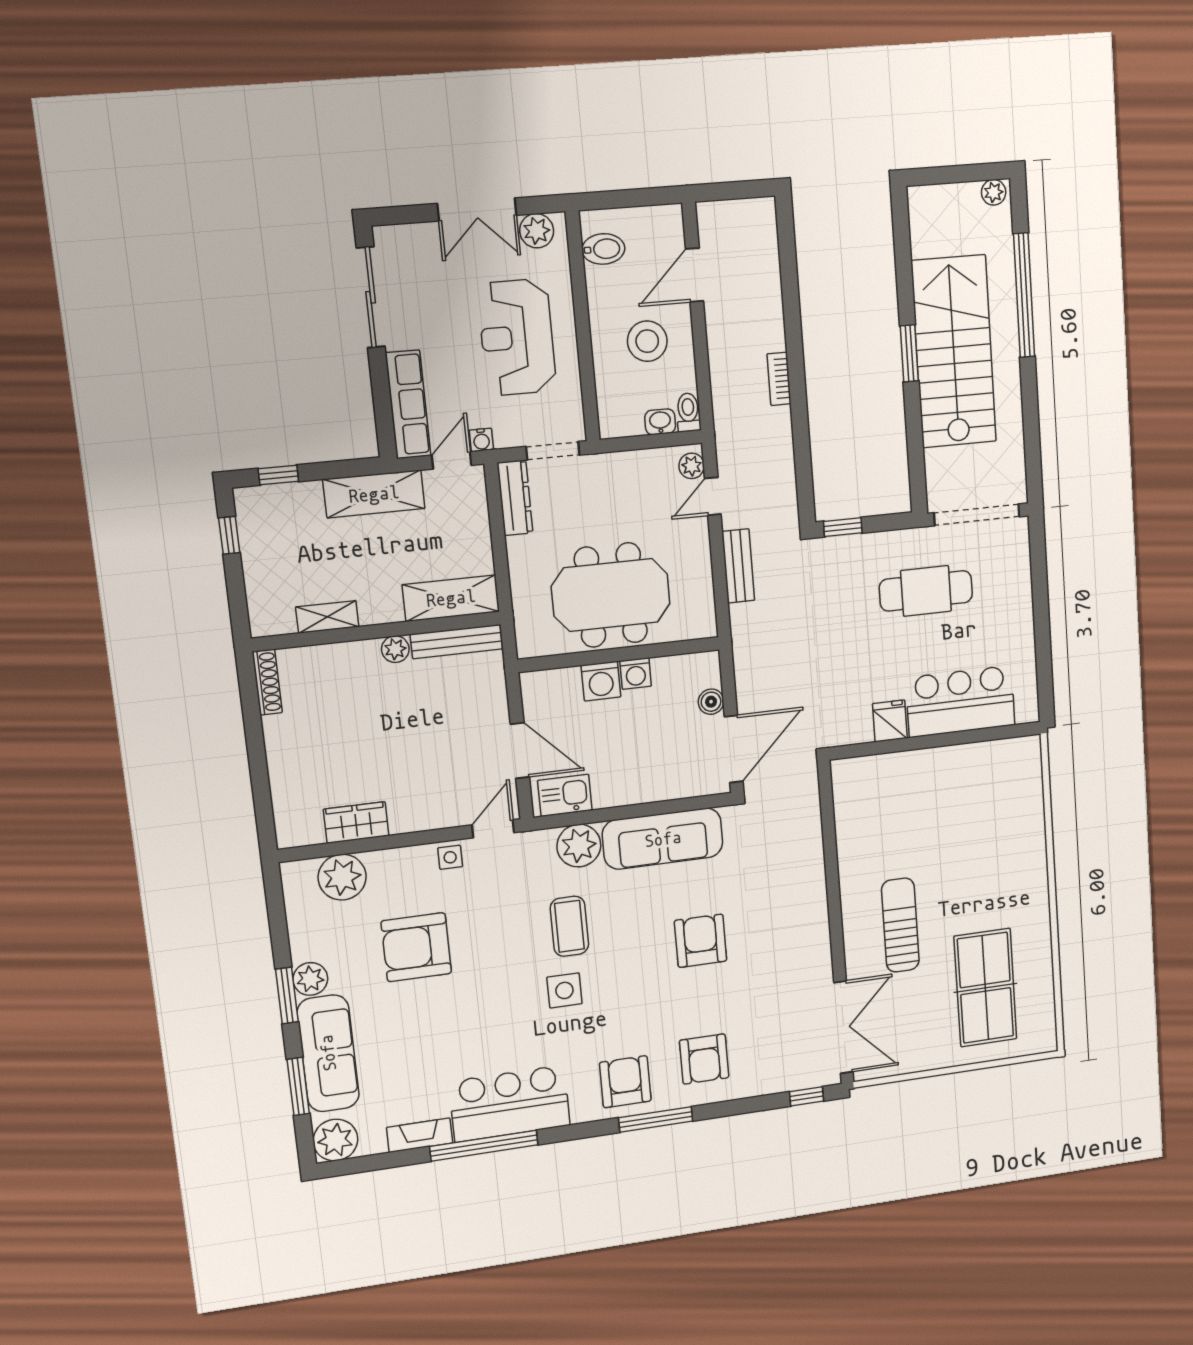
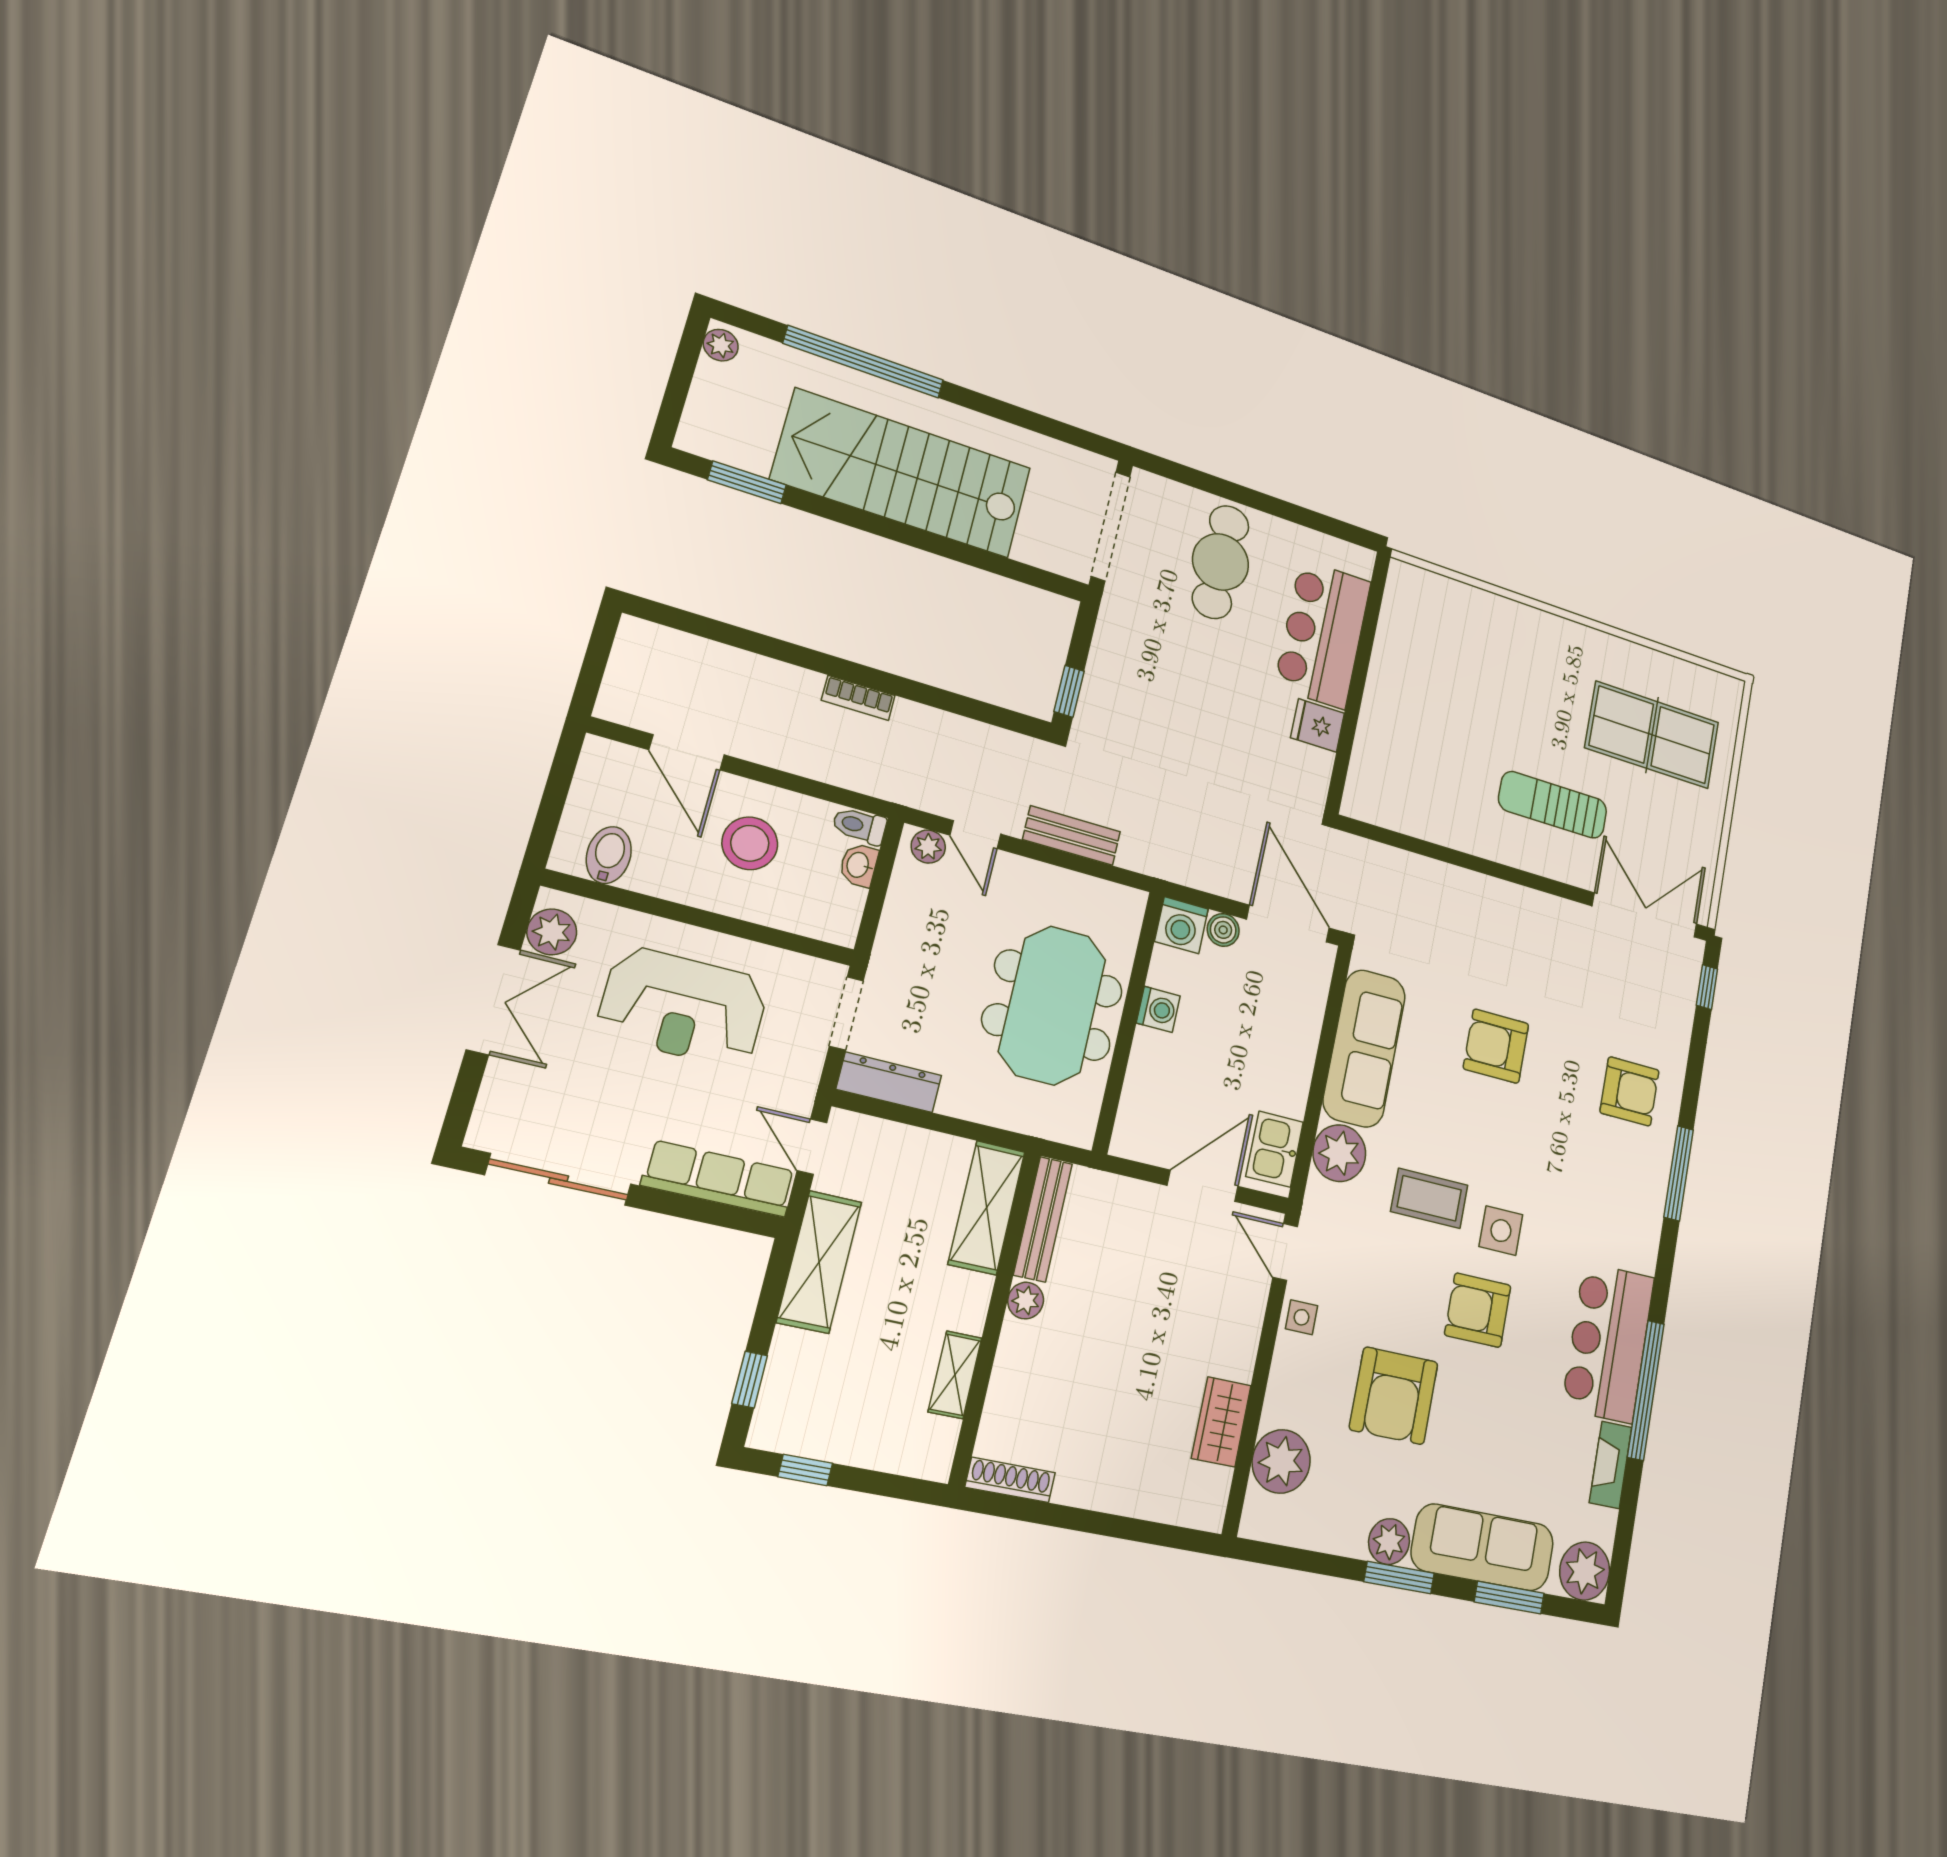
window: (909, 353) -> (747, 482), moved
water cooler: (481, 440) -> (800, 1099), removed
cafe table: (926, 591) -> (1221, 562), moved
washing machine: (601, 681) -> (1181, 925), moved, turned 90
armchair: (625, 1082) -> (1478, 1310), moved

